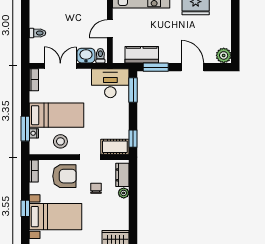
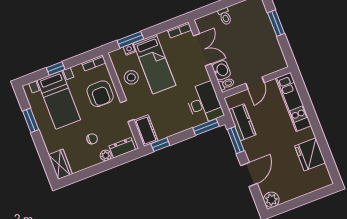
door: (110, 29) -> (255, 83), swing flipped
chair: (96, 188) -> (92, 139), moved

